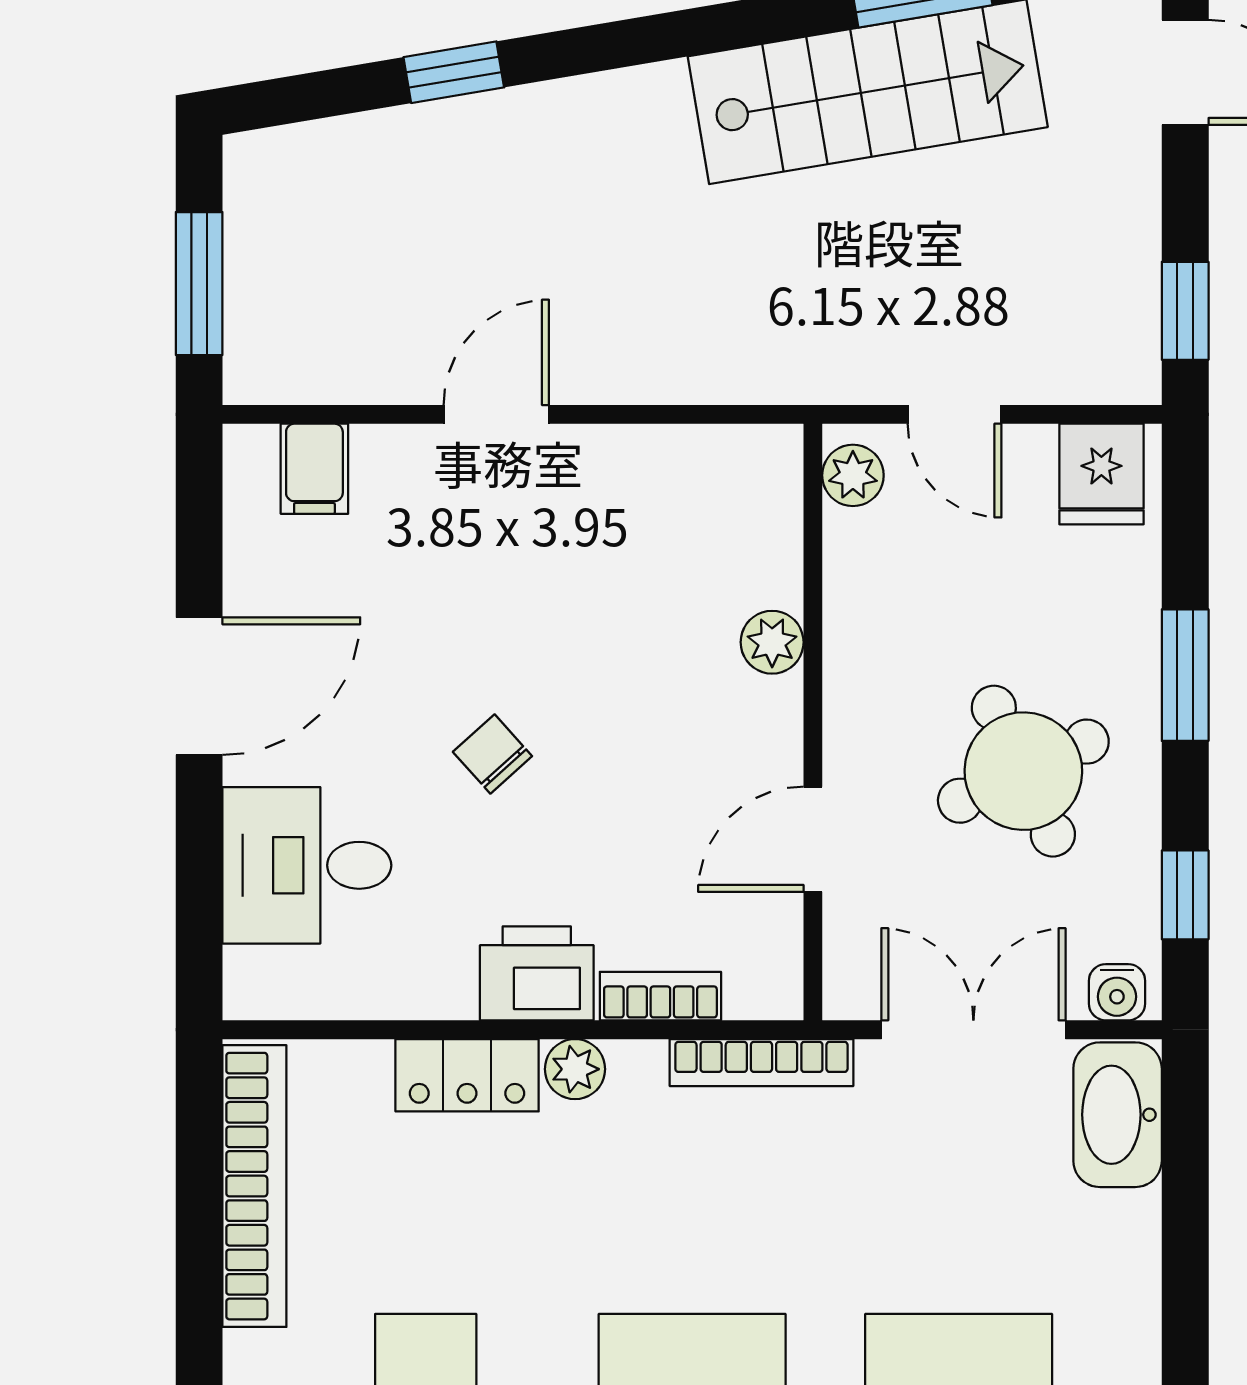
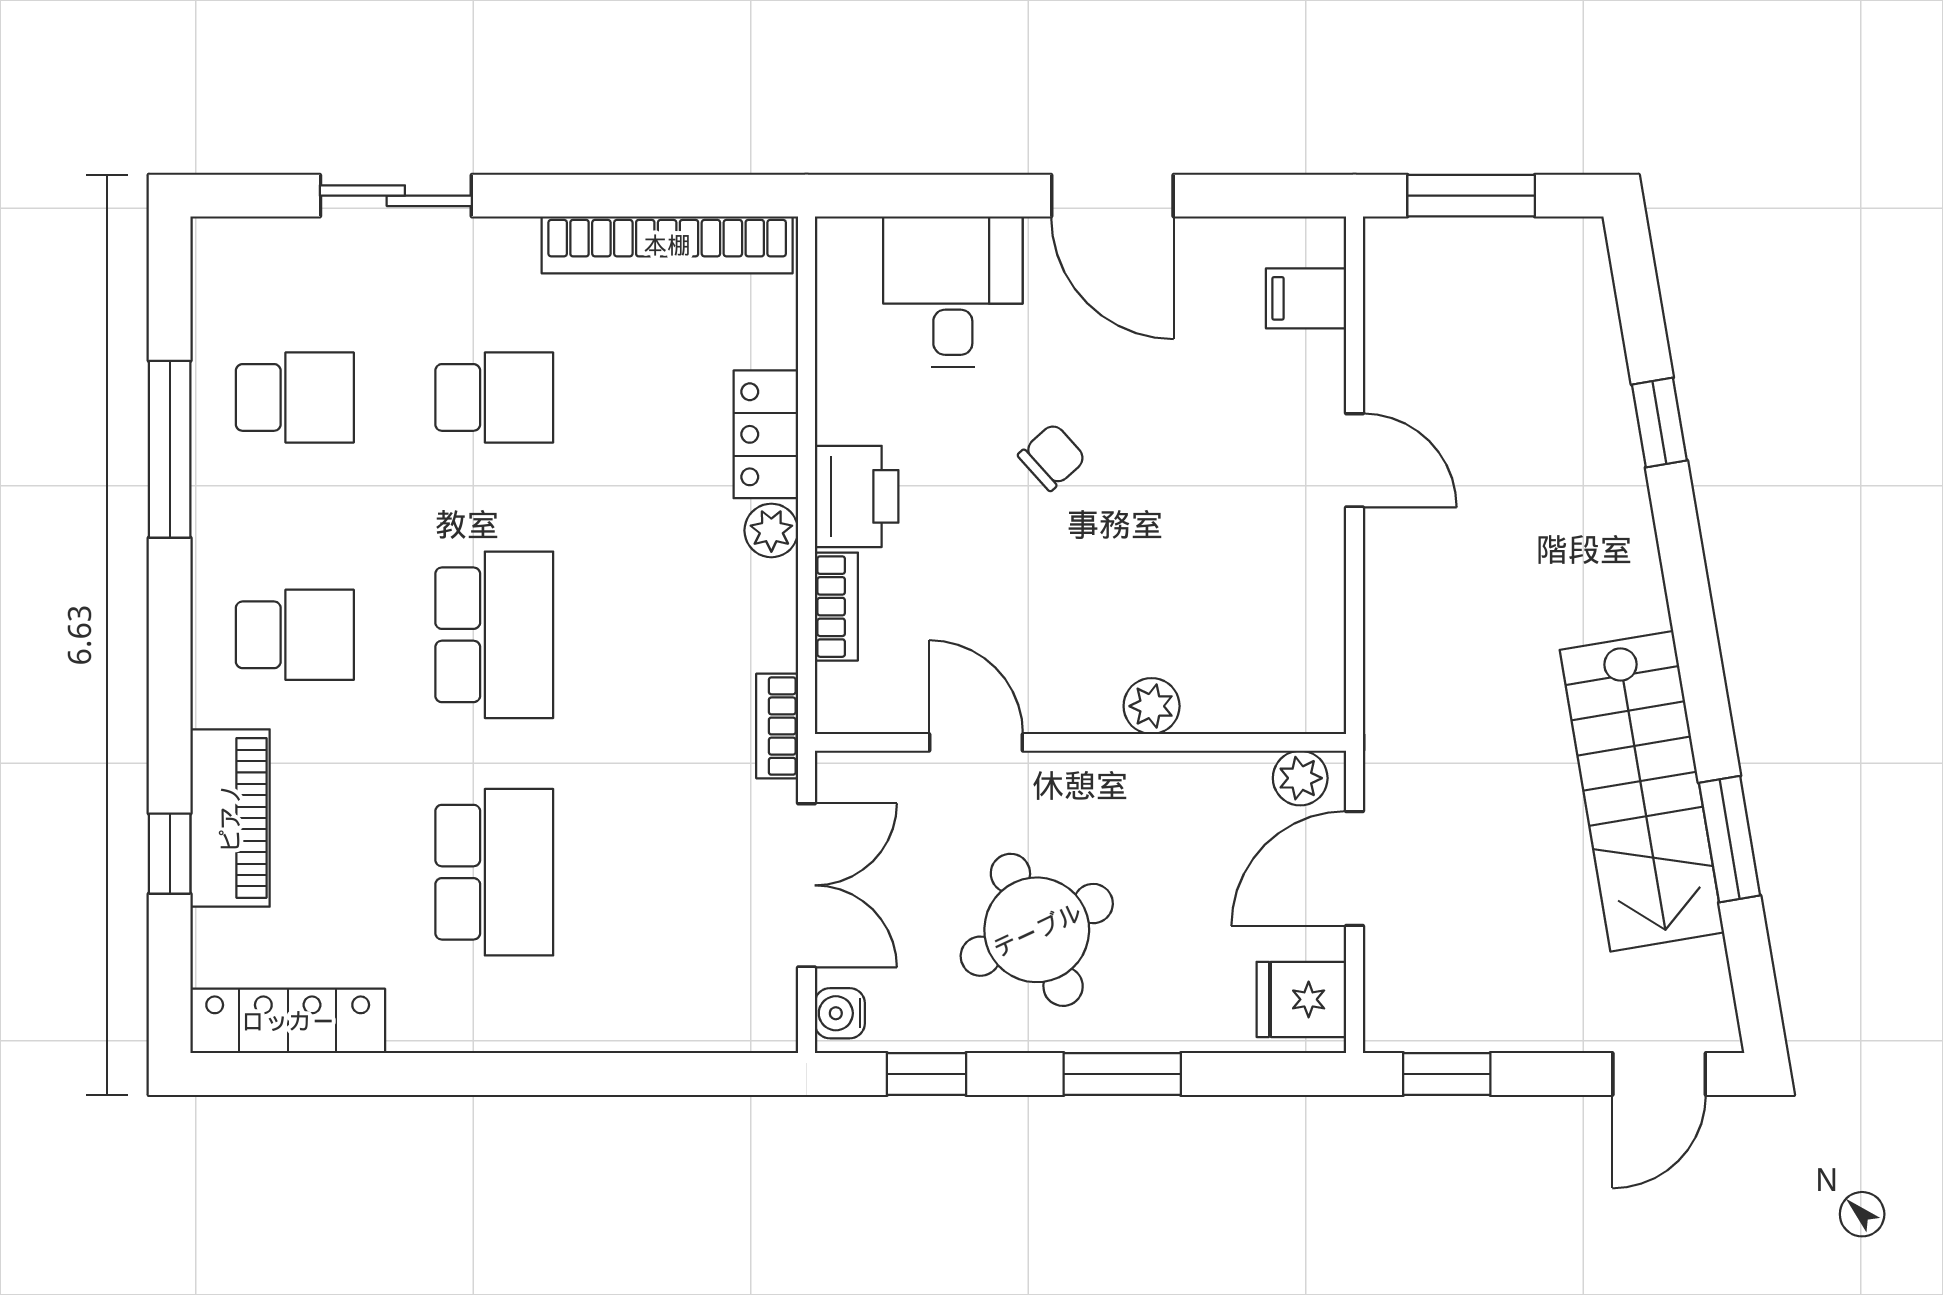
door: (955, 414) -> (1354, 869), width x1.38
bookcase: (761, 1063) -> (777, 726), width x0.64
washbasin: (1118, 1115) -> (731, 1014), removed

